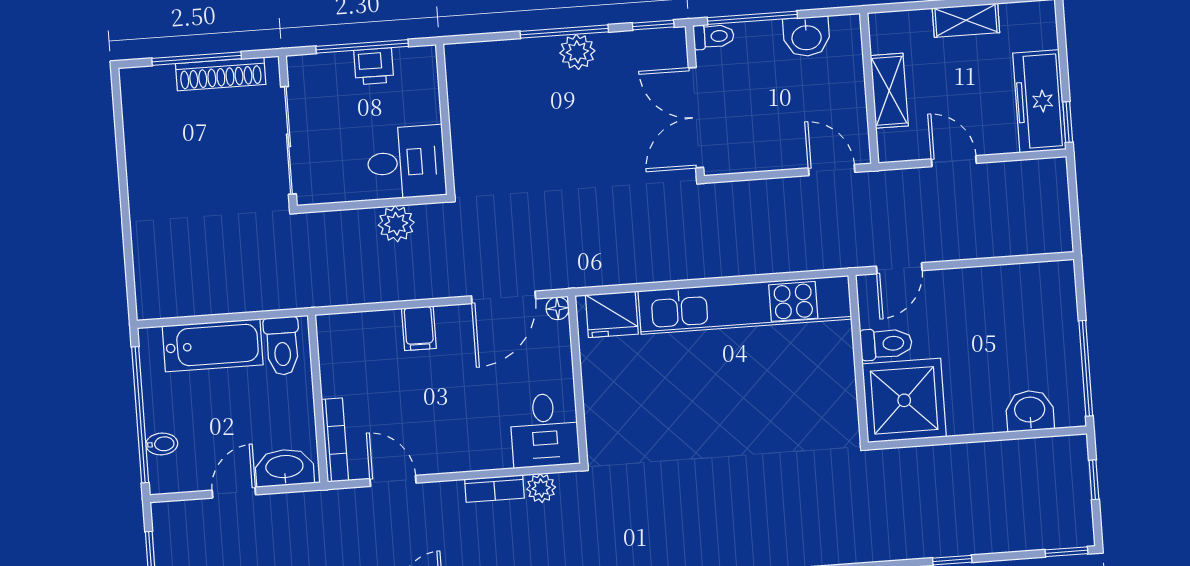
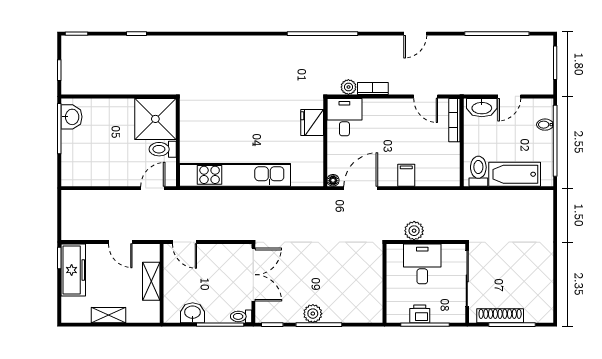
desk: (406, 162) -> (422, 264), moved, turned 90
fridge: (612, 314) -> (312, 123), moved, turned -90
washbasin: (1030, 411) -> (72, 117), moved, turned -90

